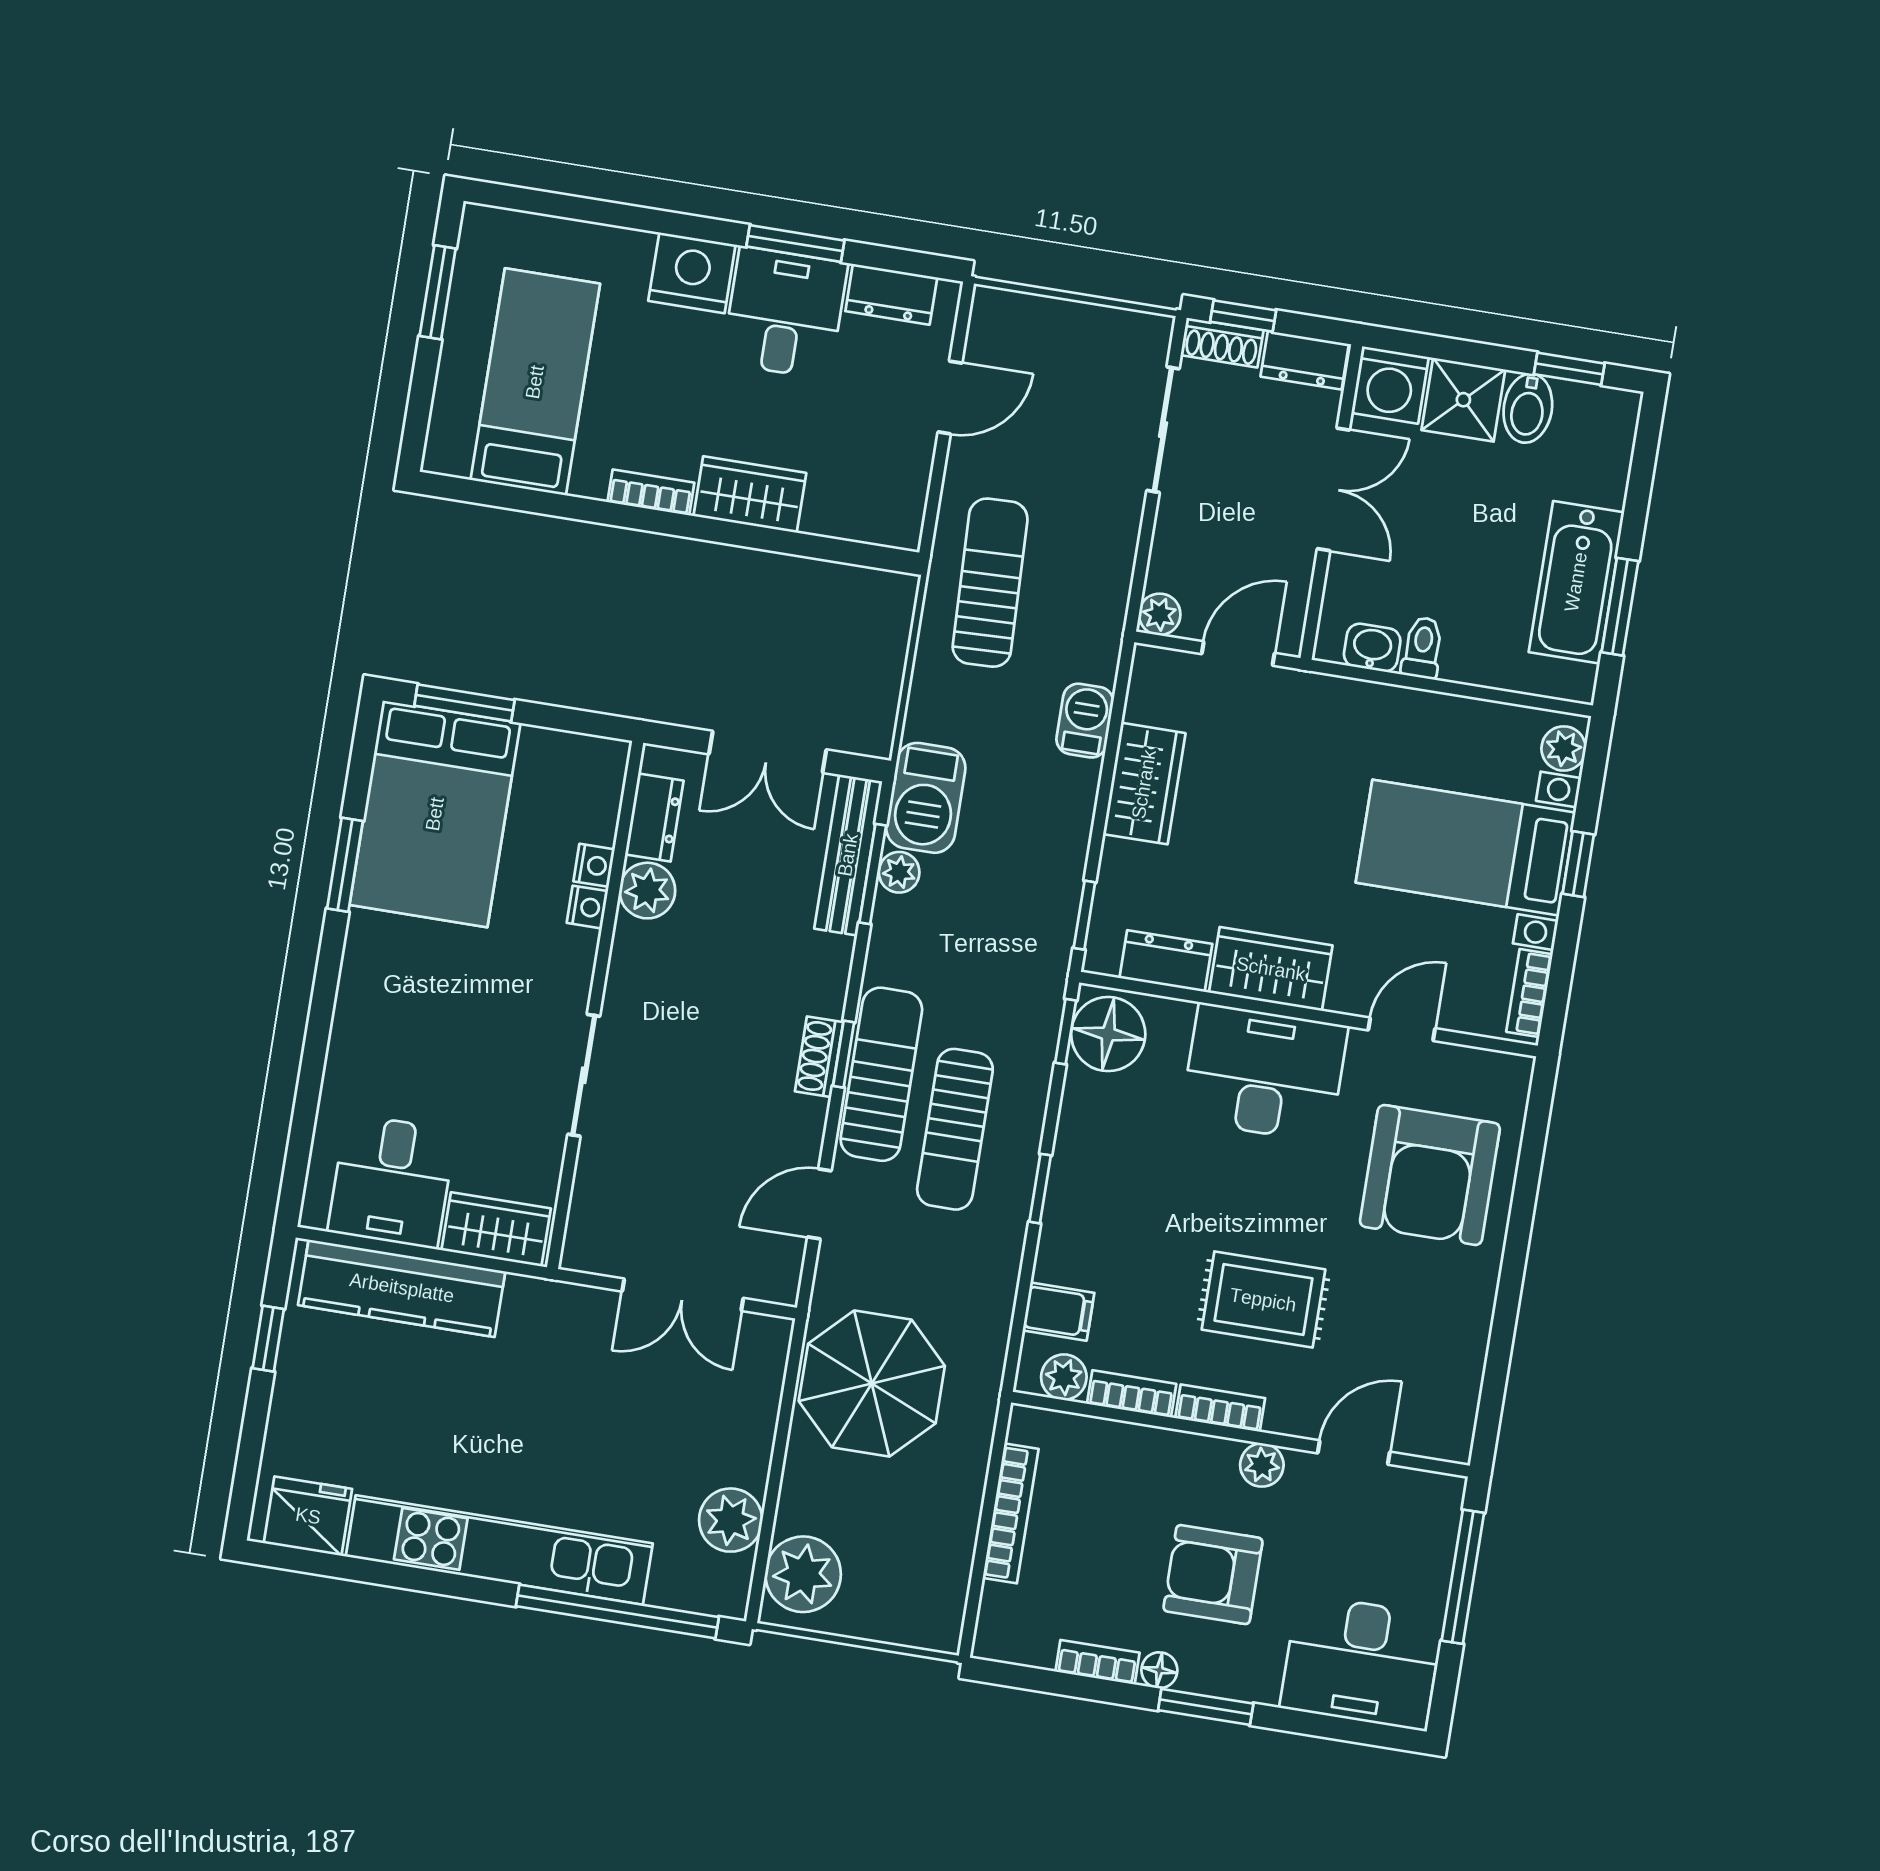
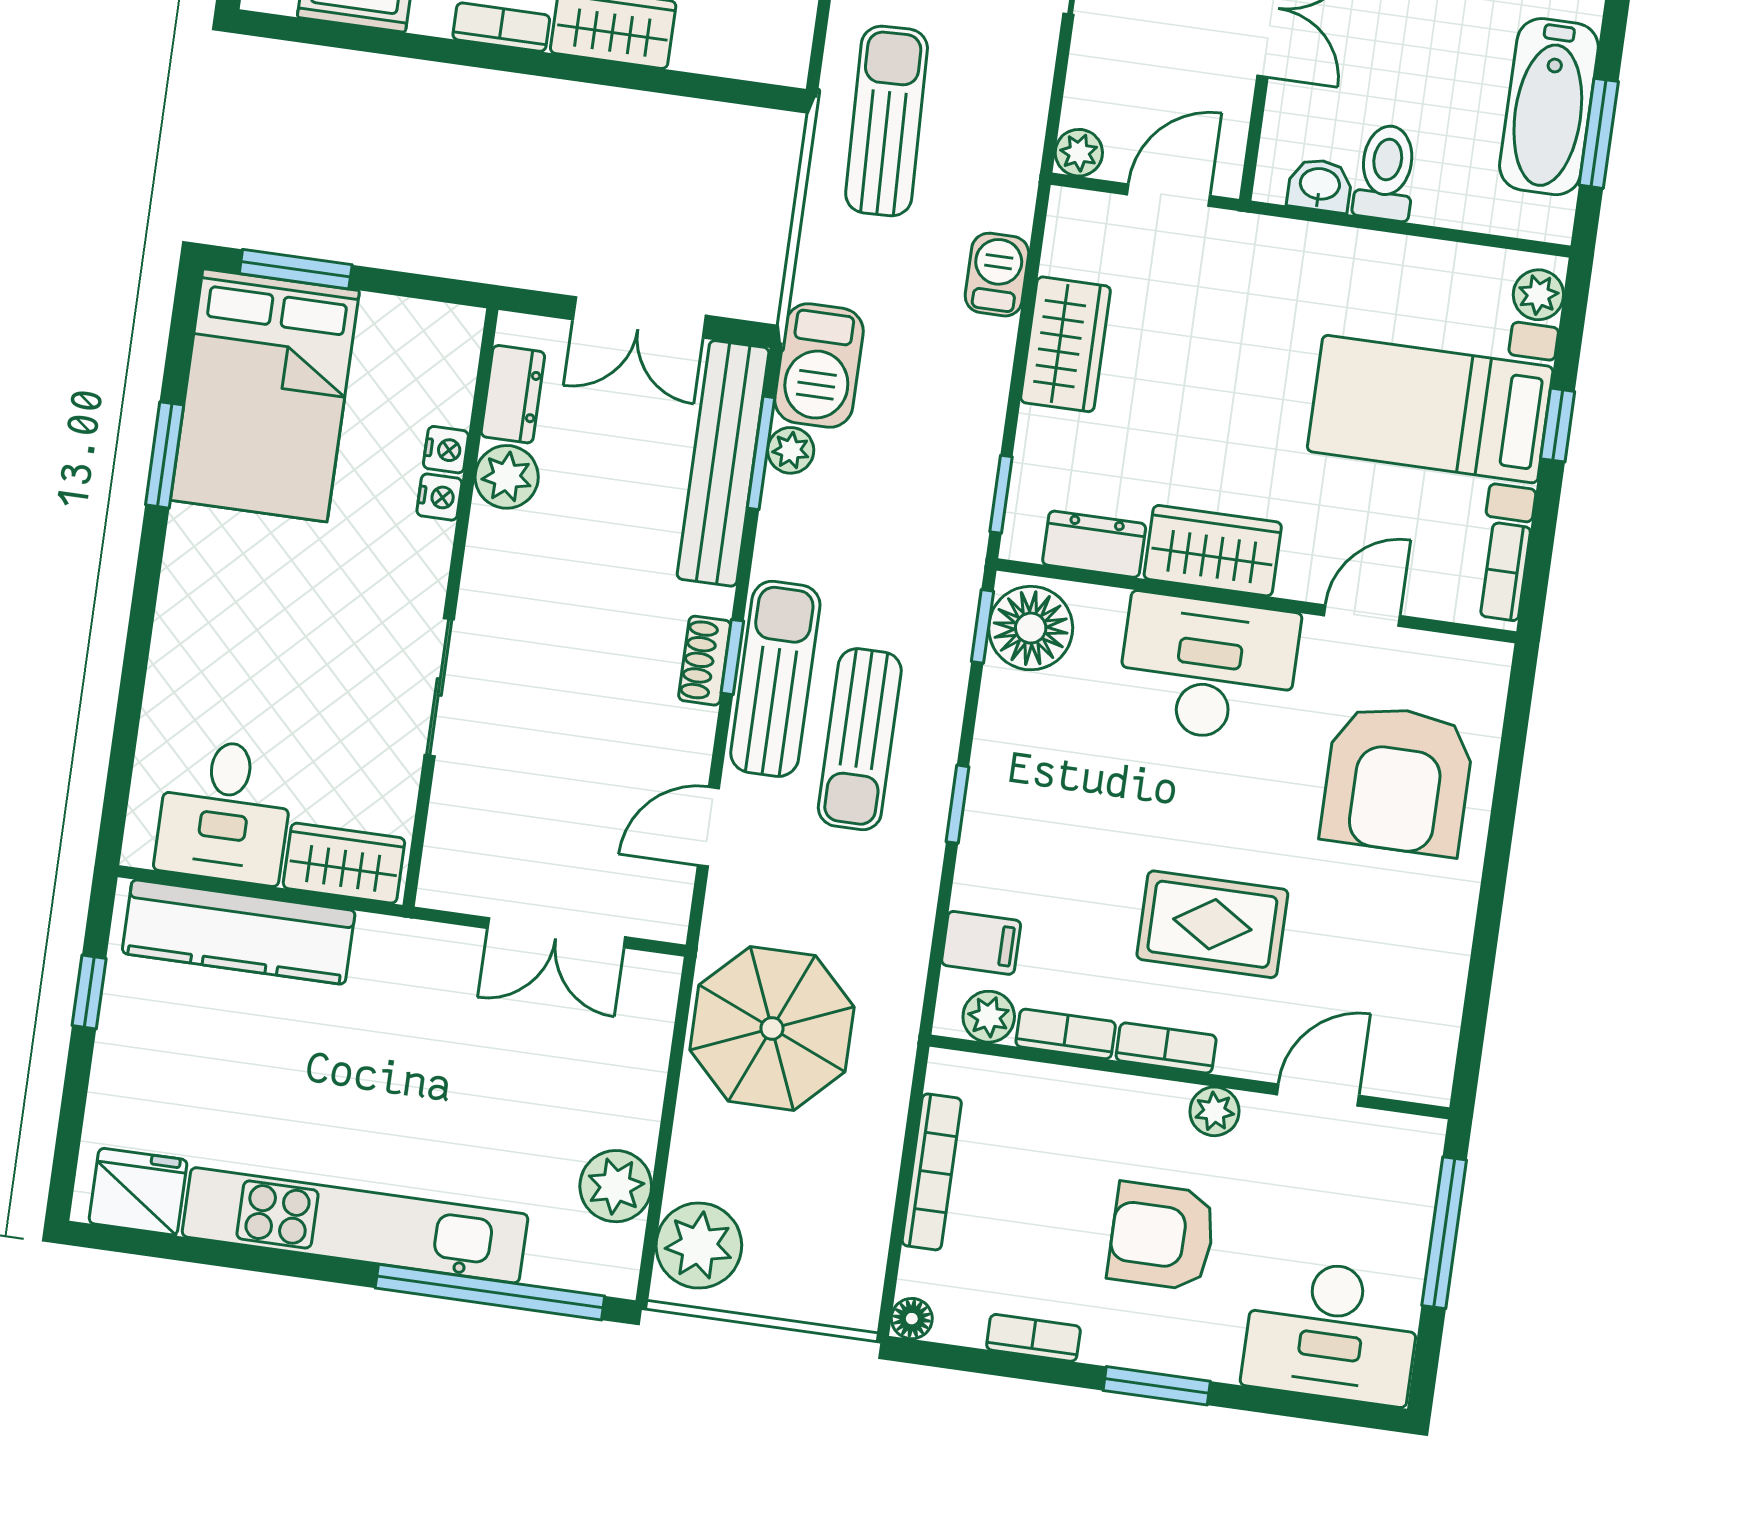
toilet: (1422, 648) -> (1386, 172), width x1.37, depth x1.39
bench: (848, 855) -> (723, 463), width x1.37, depth x1.21
floor lamp: (1159, 1670) -> (912, 1319), moved

